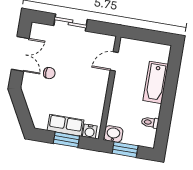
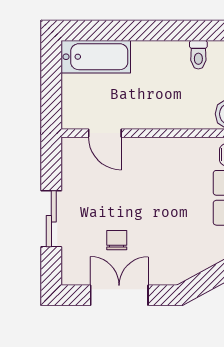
chair: (49, 73) -> (117, 240), moved
bathtub: (156, 82) -> (96, 57), moved

